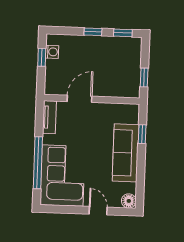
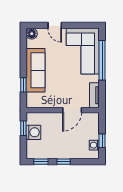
washing machine: (131, 72) -> (33, 132), added

